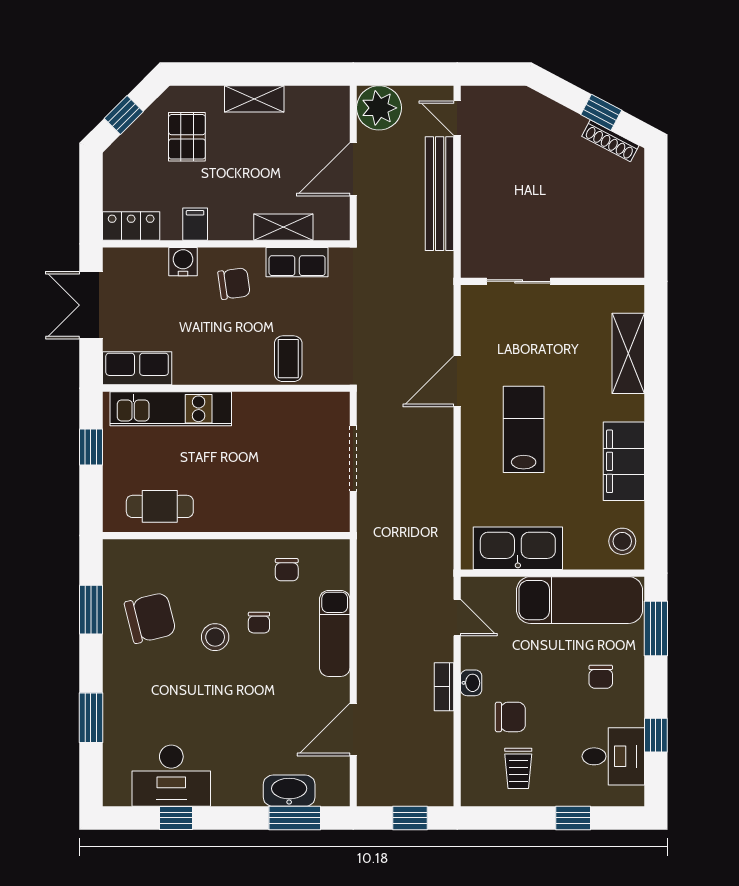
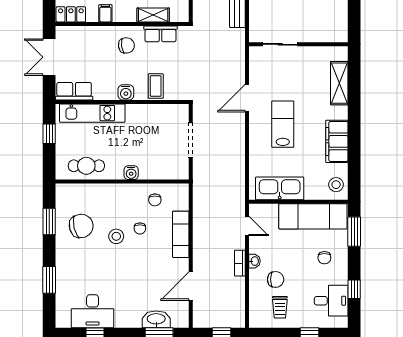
water cooler: (183, 262) -> (126, 92), moved, turned 180
water cooler: (243, 519) -> (131, 173), added

